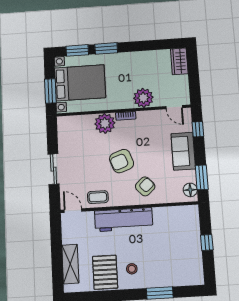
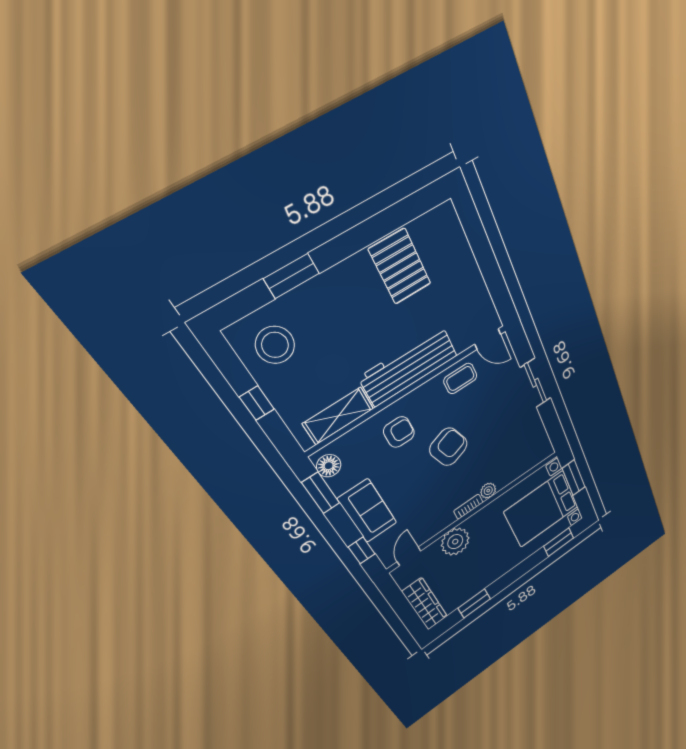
window: (106, 48) -> (474, 603), moved
wardrobe: (179, 61) -> (425, 604), width x1.50
door: (174, 107) -> (409, 556), hinge flipped
plant: (105, 123) -> (488, 491), width x0.53, depth x0.53
armchair: (145, 186) -> (399, 432), turned -137
shelving: (70, 264) -> (338, 416), moved, turned 90
stool: (132, 269) -> (275, 345), moved, width x1.89, depth x1.89

